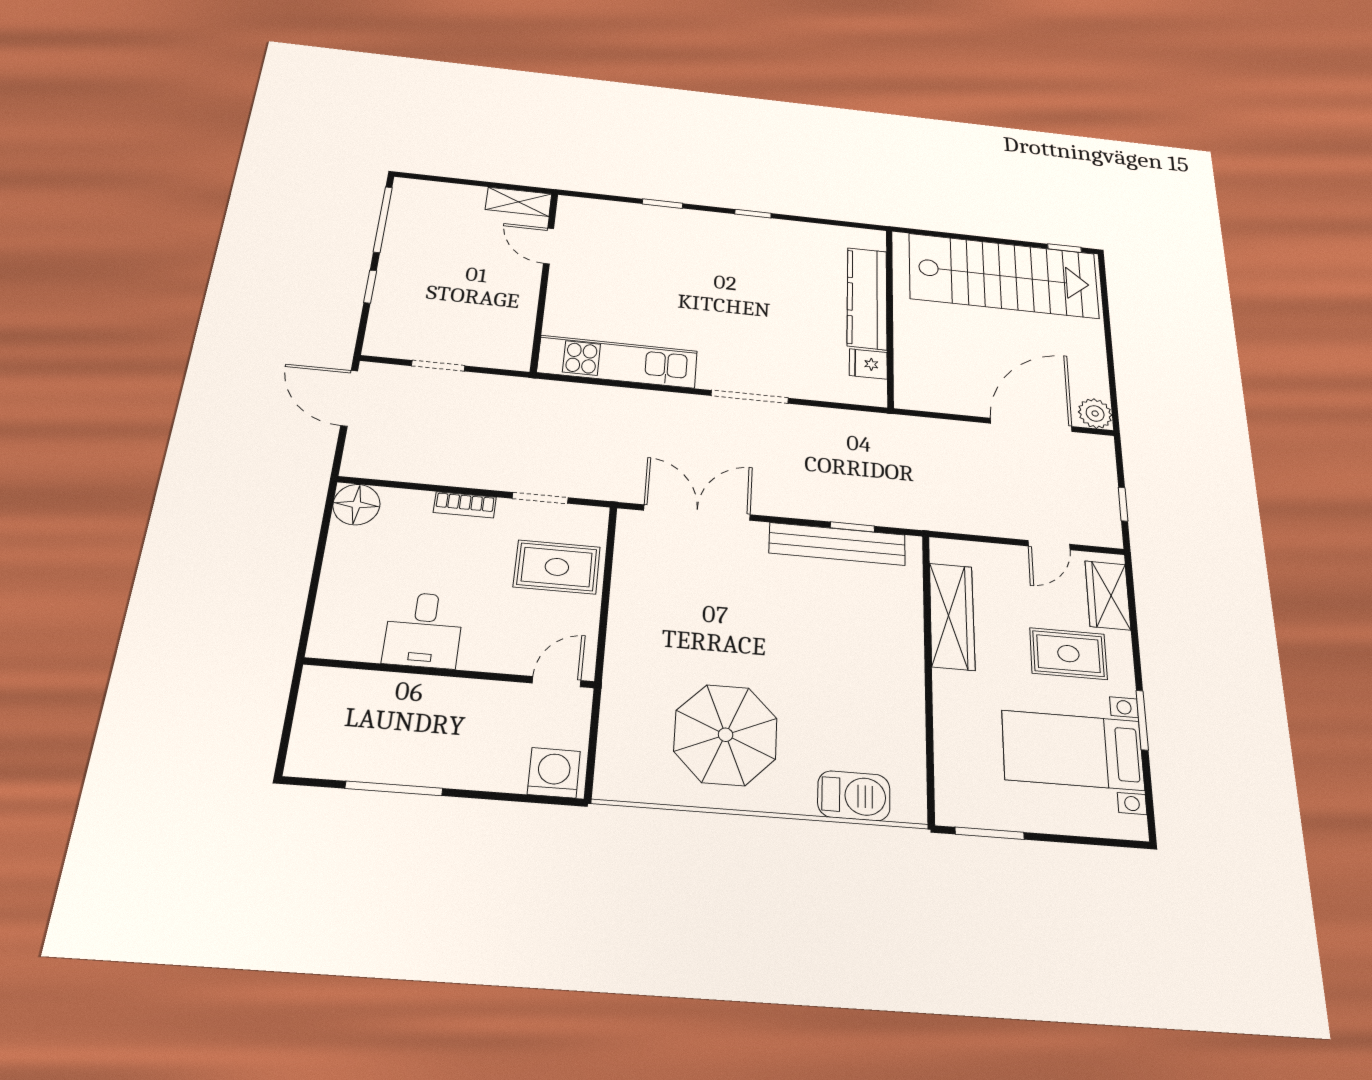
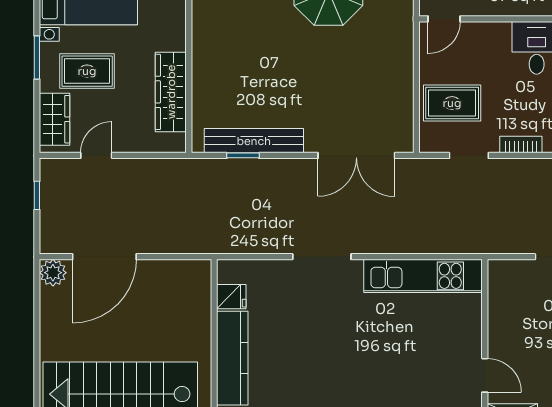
window: (1142, 720) -> (37, 58), moved

